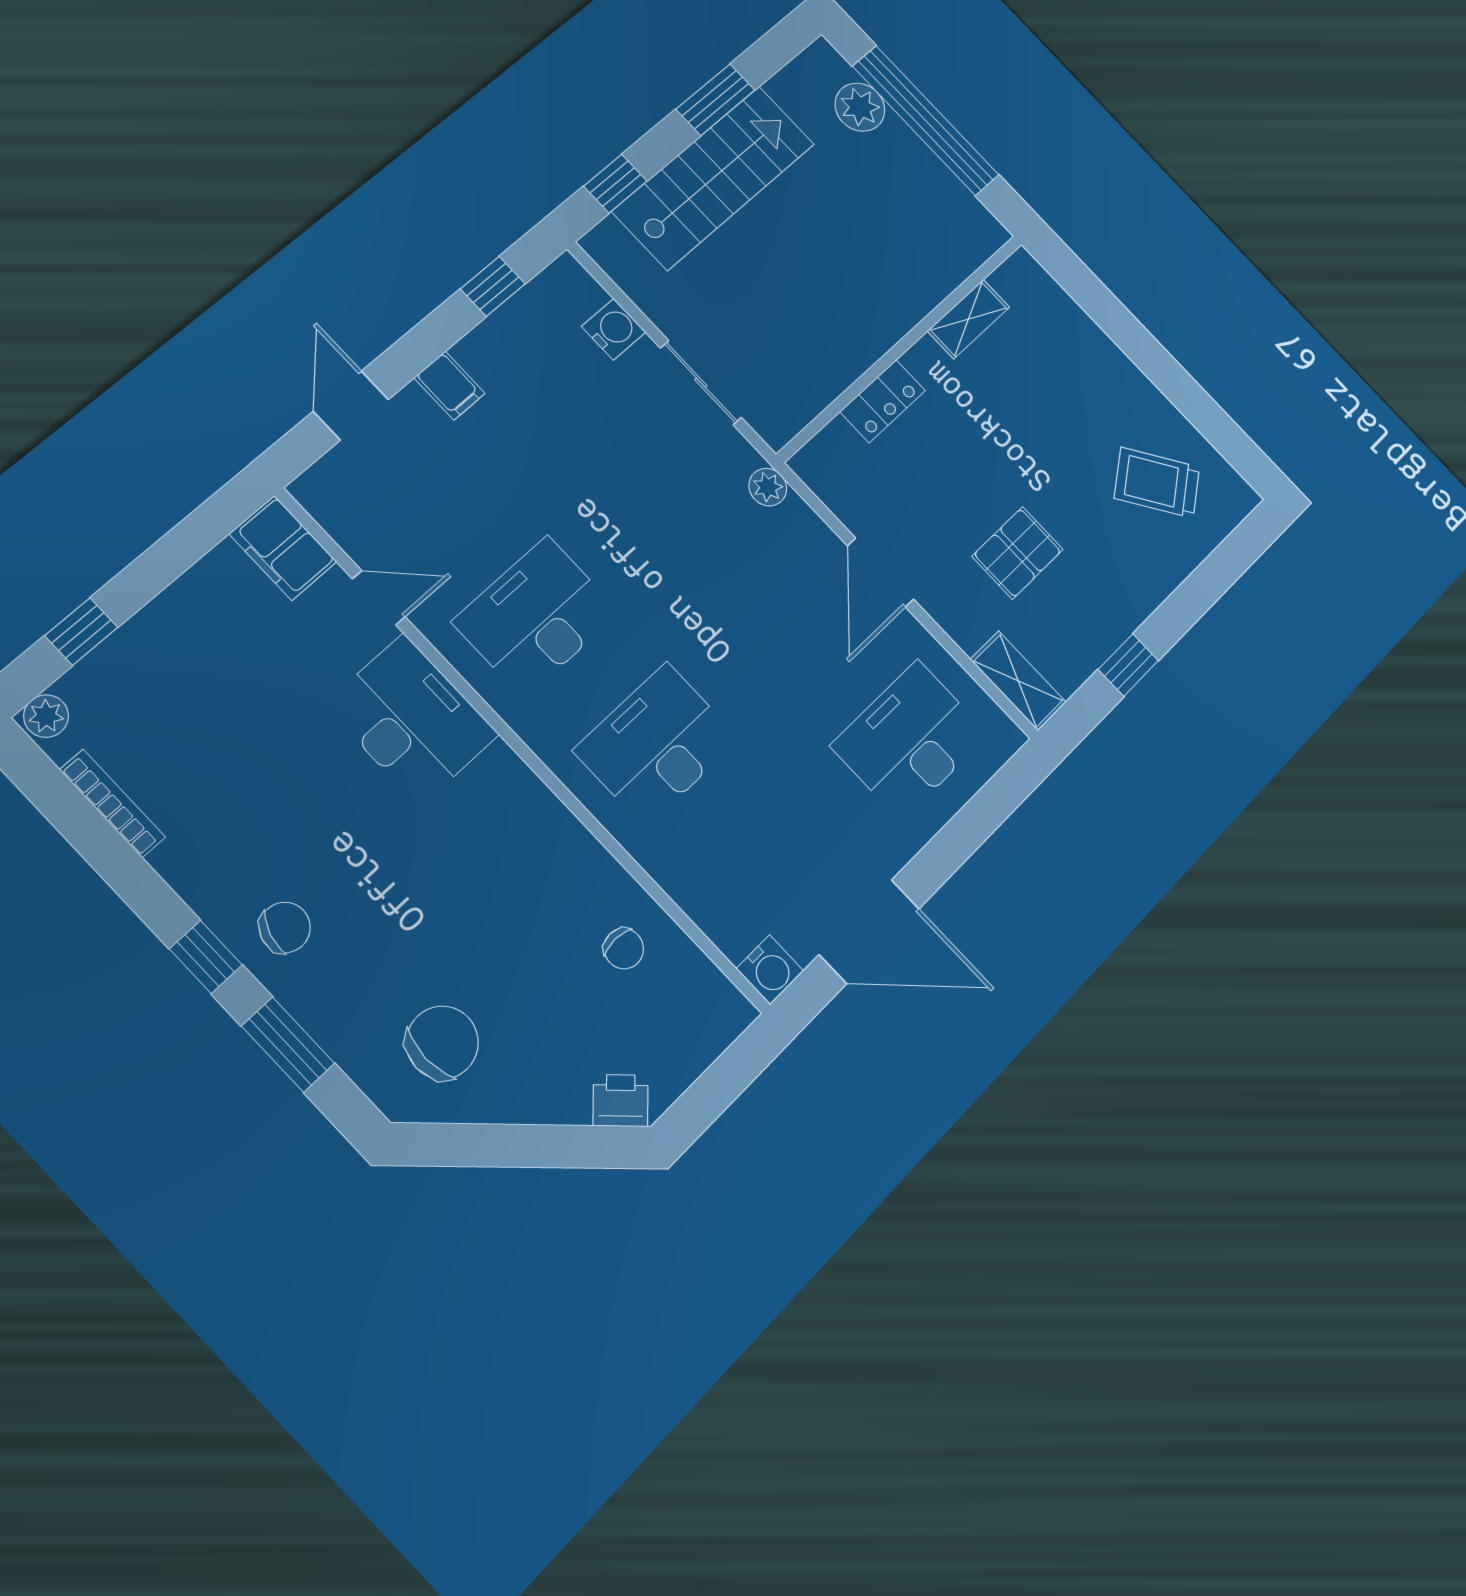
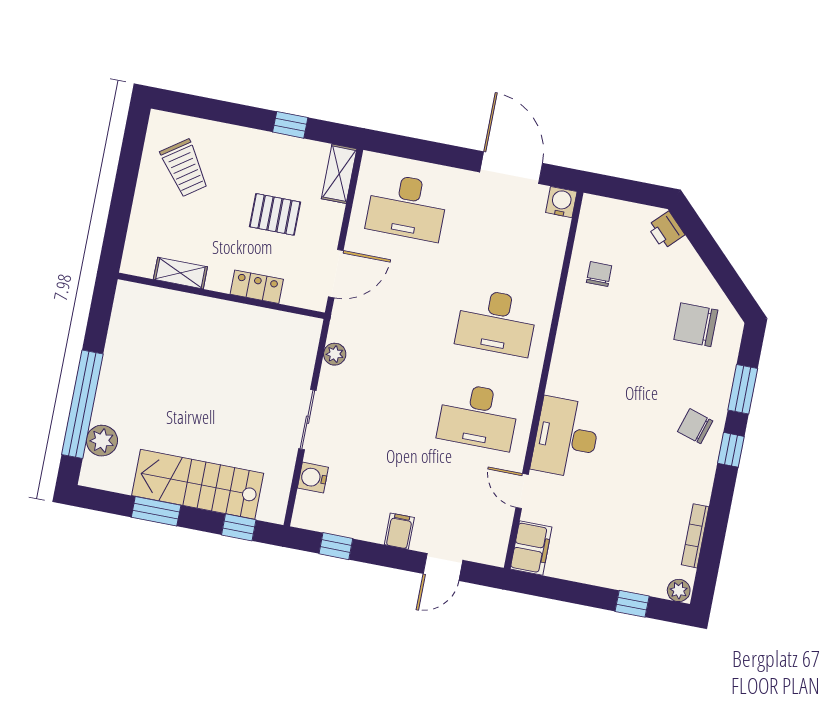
shelving: (968, 319) -> (180, 273), moved
wall: (902, 347) -> (221, 296), moved
locker: (883, 401) -> (257, 287), moved

